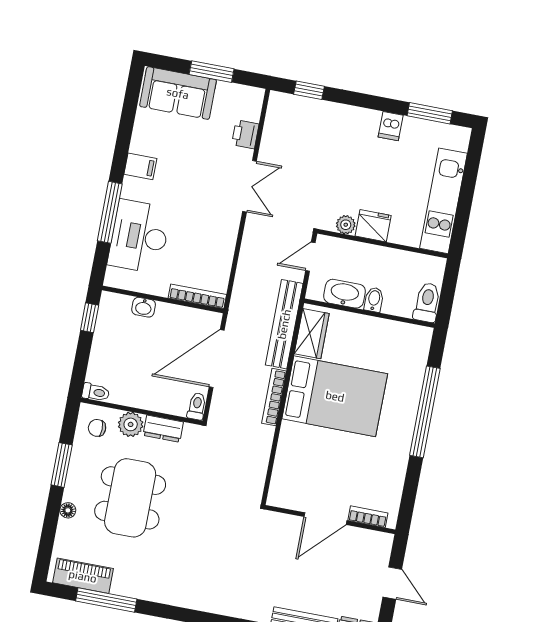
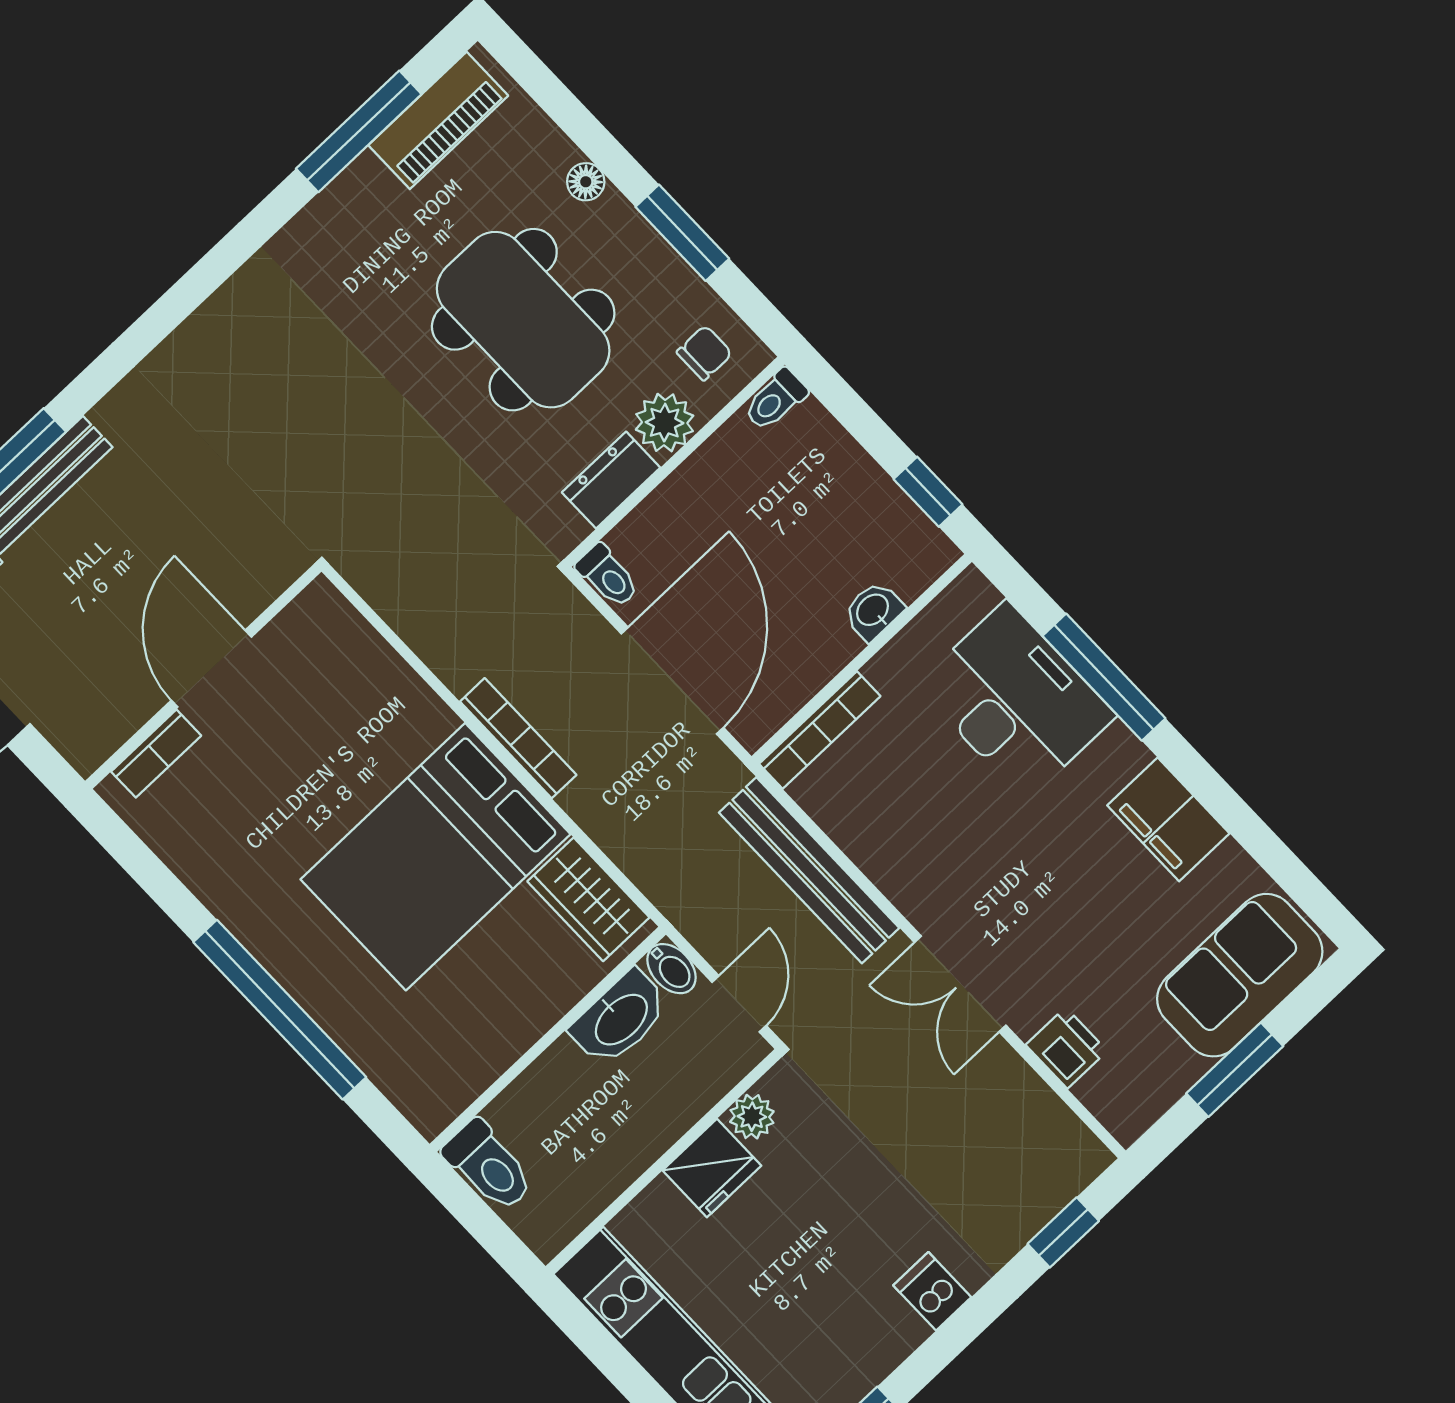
dishwasher: (391, 126) -> (932, 1291), moved
filing cabinet: (140, 166) -> (1168, 819), width x2.00
bidet: (374, 300) -> (672, 969), moved
bench: (284, 324) -> (809, 870), moved

